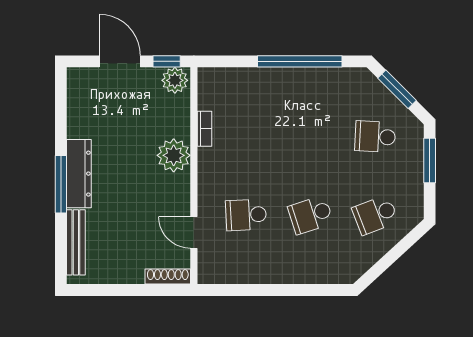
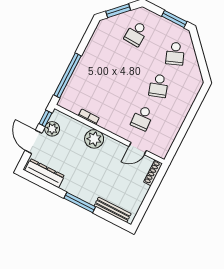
door: (120, 61) -> (34, 142), hinge flipped
window: (300, 61) -> (68, 75), moved
plant: (175, 80) -> (52, 129), moved
window: (430, 160) -> (174, 19), moved
dresser: (79, 174) -> (45, 173), moved

